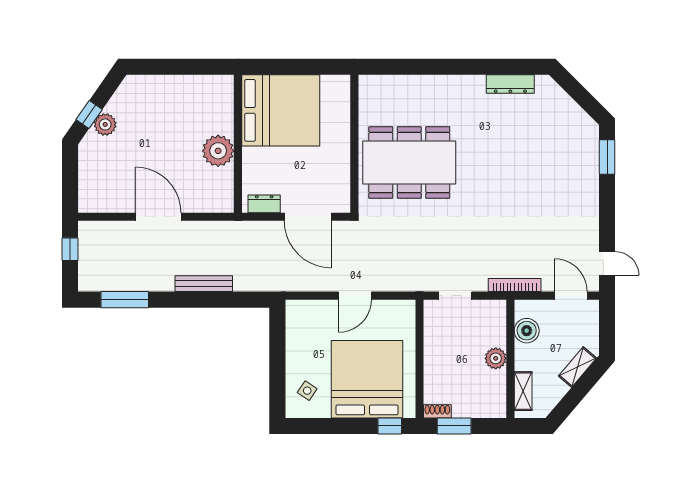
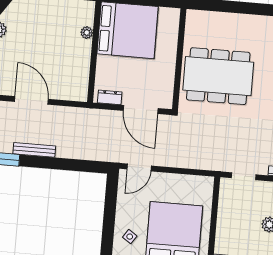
plant: (218, 151) -> (87, 33), moved, width x0.53, depth x0.53
bench: (204, 284) -> (34, 150), moved
door: (355, 296) -> (139, 167), moved

